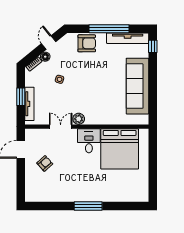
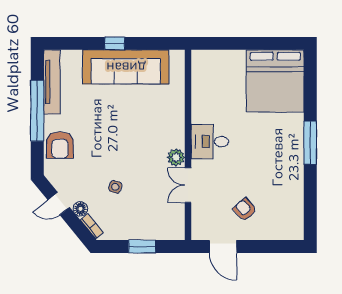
armchair: (87, 43) -> (60, 145), turned 180
window: (153, 46) -> (115, 43), moved
tv unit: (29, 104) -> (153, 233), removed
bed: (120, 149) -> (275, 81), moved, turned 90

